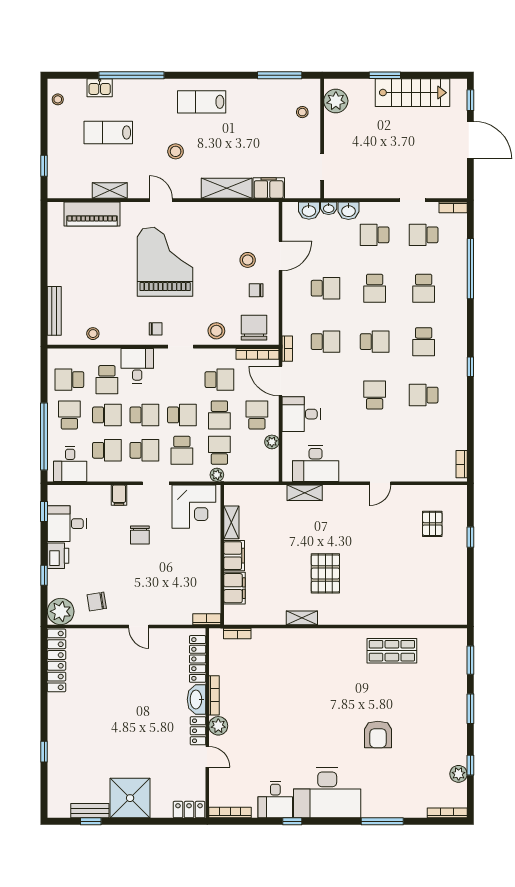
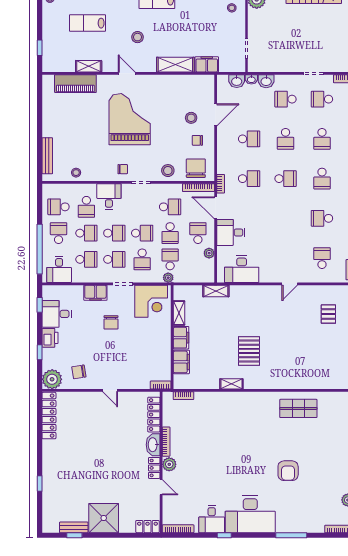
school desk: (375, 395) -> (322, 258), moved
shelving: (305, 493) -> (216, 291), moved
filing cabinet: (119, 495) -> (95, 293), width x2.00

